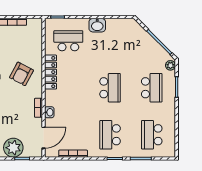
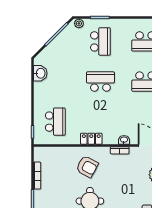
washbasin: (97, 25) -> (40, 73), moved
school desk: (68, 41) -> (55, 122), turned 180
locker: (51, 72) -> (91, 139), width x0.66
school desk: (152, 88) -> (100, 41), turned 90

